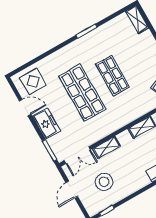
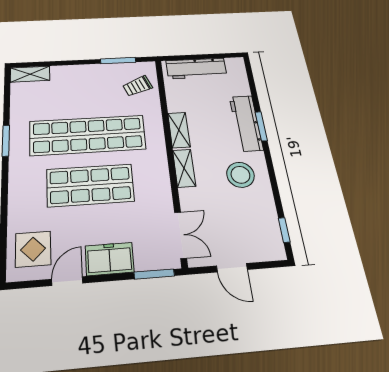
shop shelf: (113, 76) -> (88, 135), width x2.00, depth x1.36
shelving: (106, 147) -> (184, 168), moved
stool: (104, 182) -> (240, 175), moved

